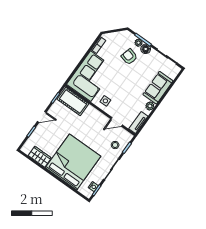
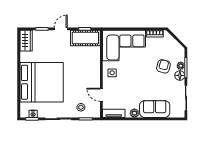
cot: (73, 101) -> (85, 38), moved, turned 90
door: (42, 117) -> (61, 29), swing flipped
wardrobe: (40, 157) -> (26, 41), moved

